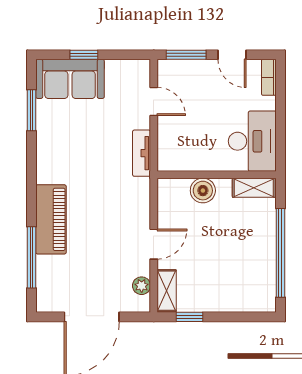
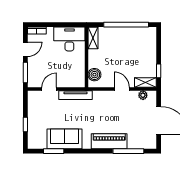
sofa: (70, 79) -> (65, 139), moved, turned -90
tv unit: (142, 153) -> (75, 95), width x1.41
boiler: (203, 191) -> (94, 75), moved

